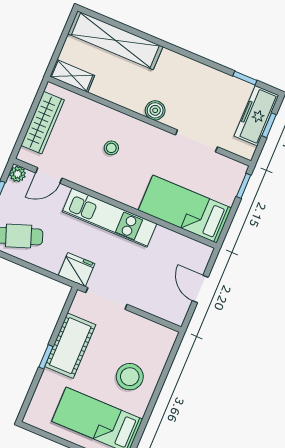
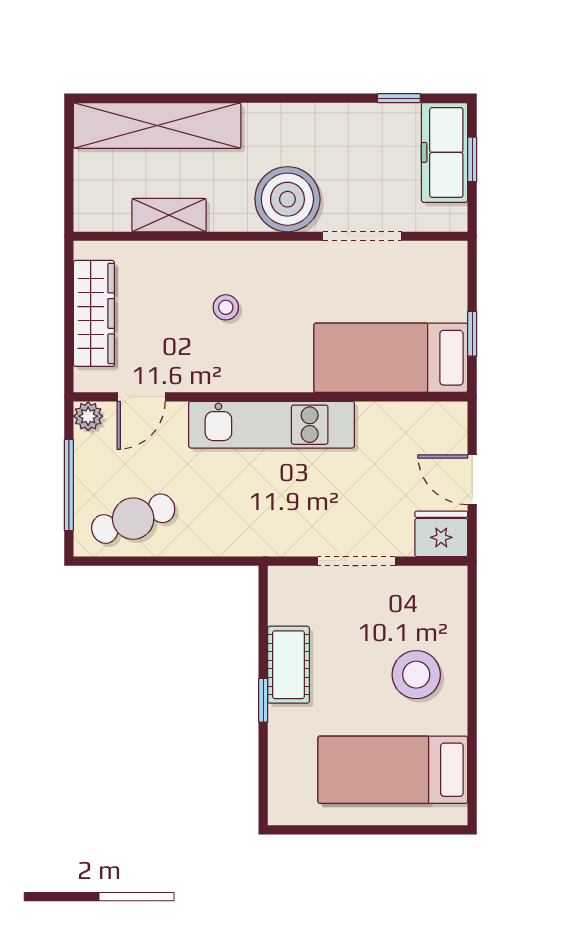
shelving: (72, 76) -> (169, 215), moved
boiler: (155, 110) -> (287, 199), width x1.86, depth x1.86
window: (244, 186) -> (472, 334), moved
fridge: (77, 270) -> (441, 534), moved
doorway: (106, 299) -> (357, 561), moved
cot: (70, 346) -> (288, 665), width x0.73, depth x0.75

